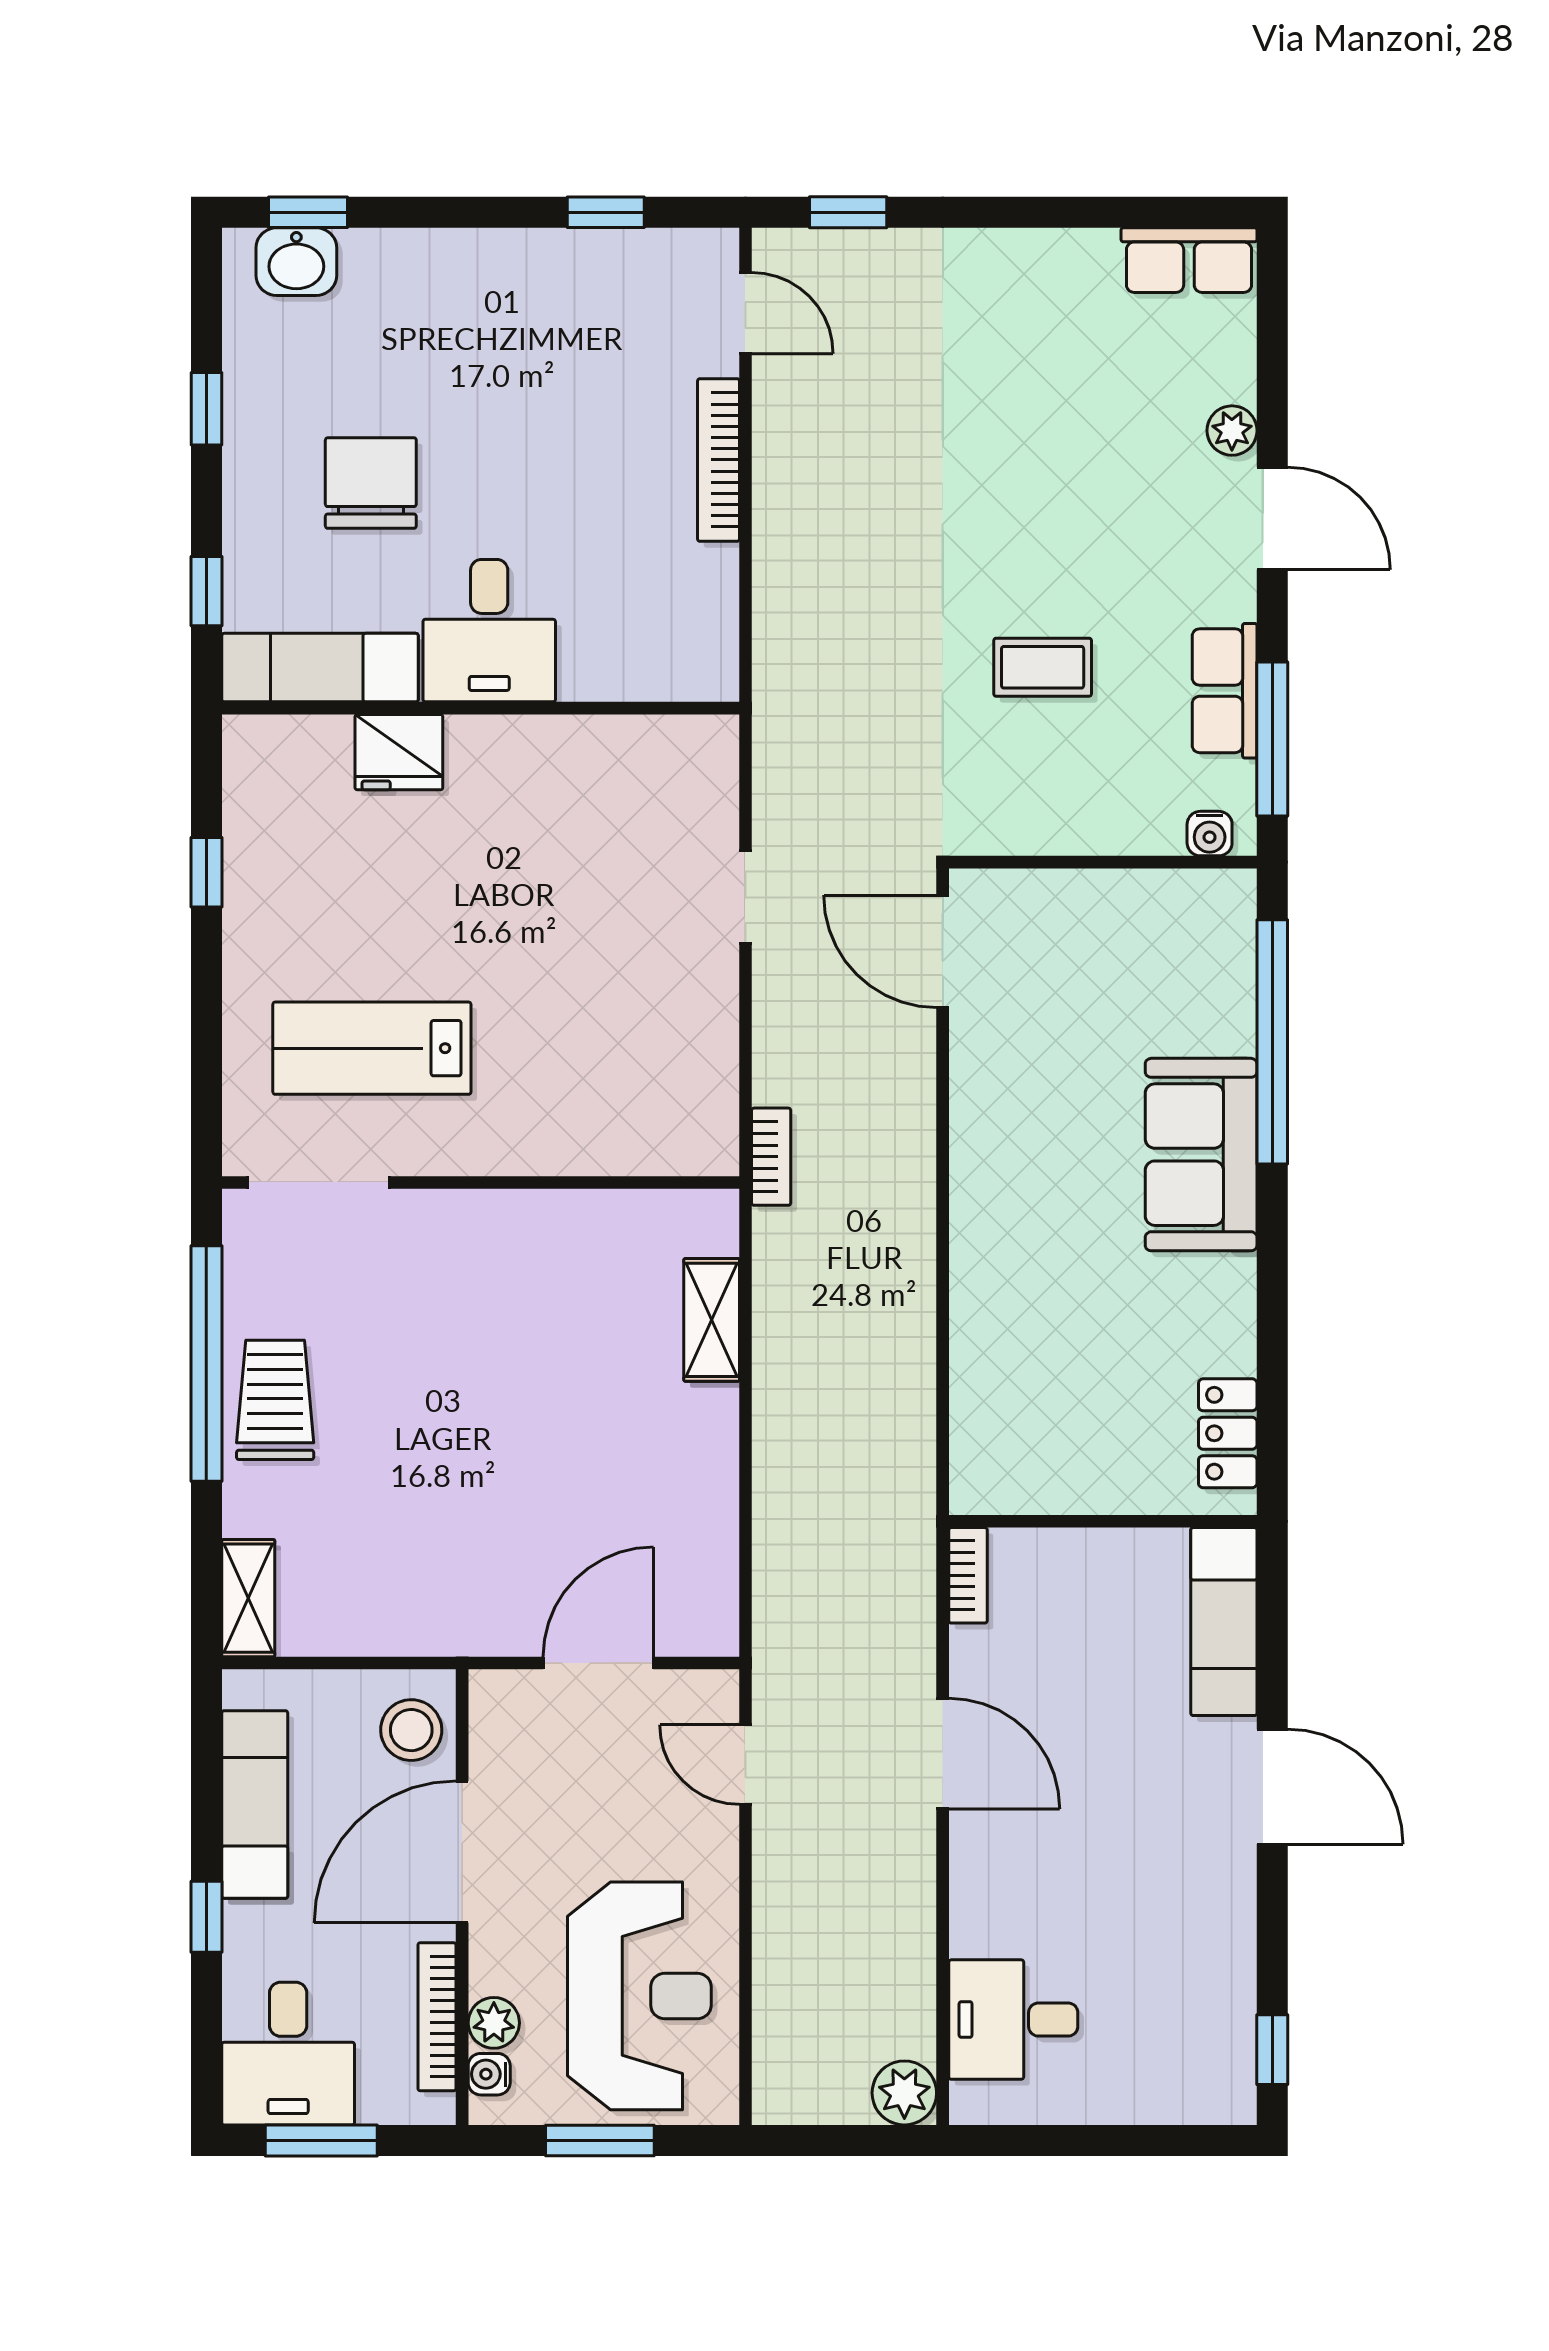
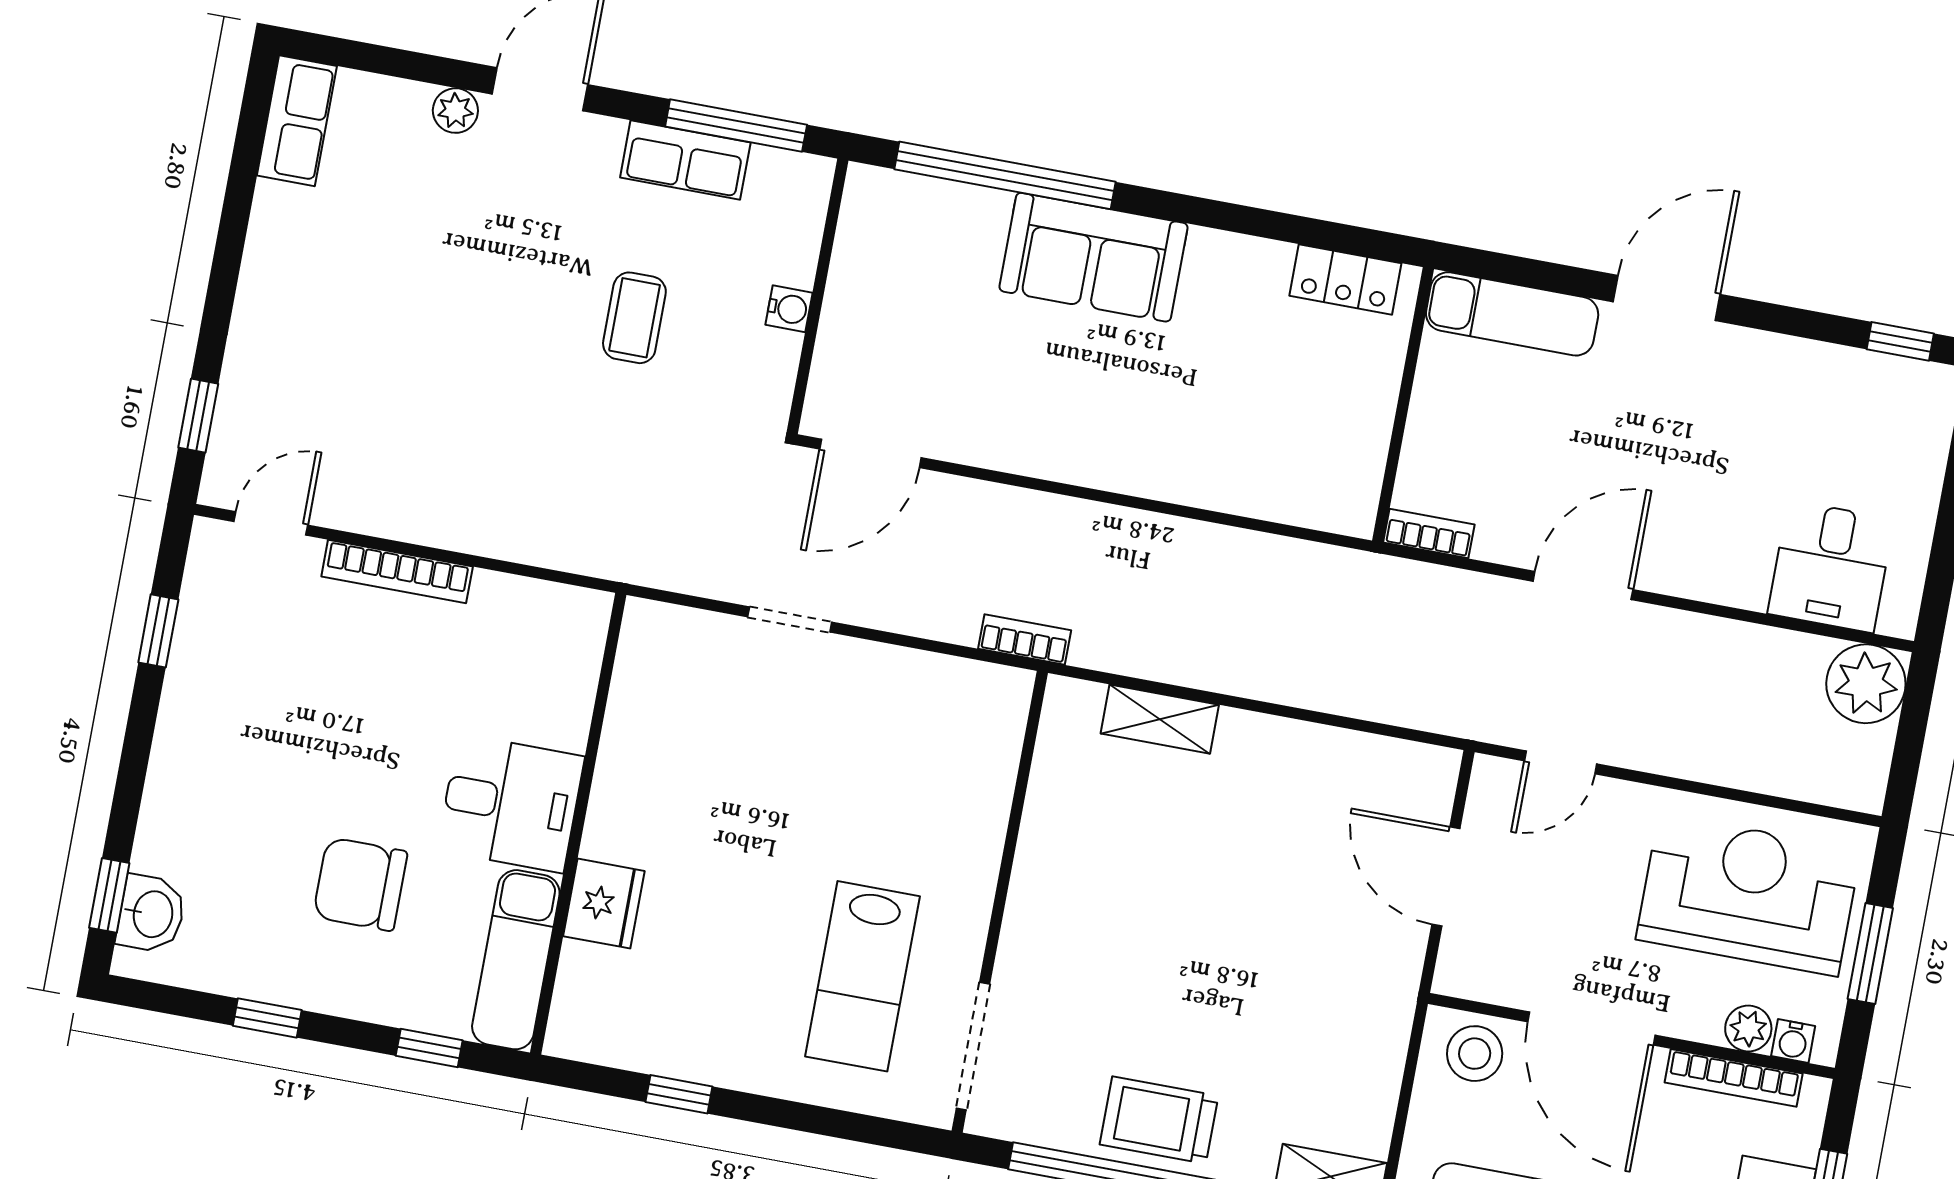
water cooler: (1210, 834) -> (789, 309), moved
plant: (904, 2093) -> (1866, 684), width x1.36, depth x1.36

